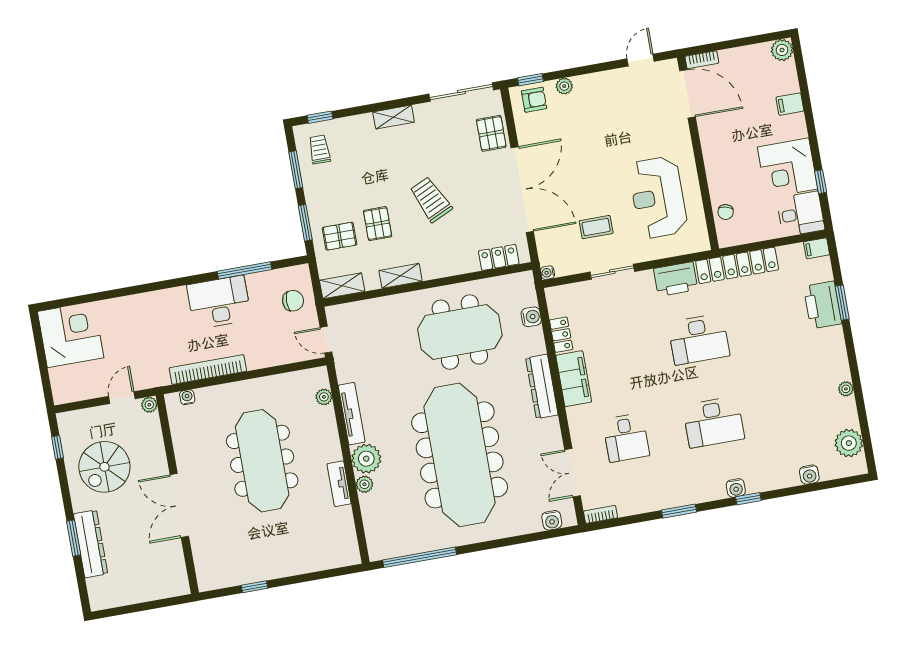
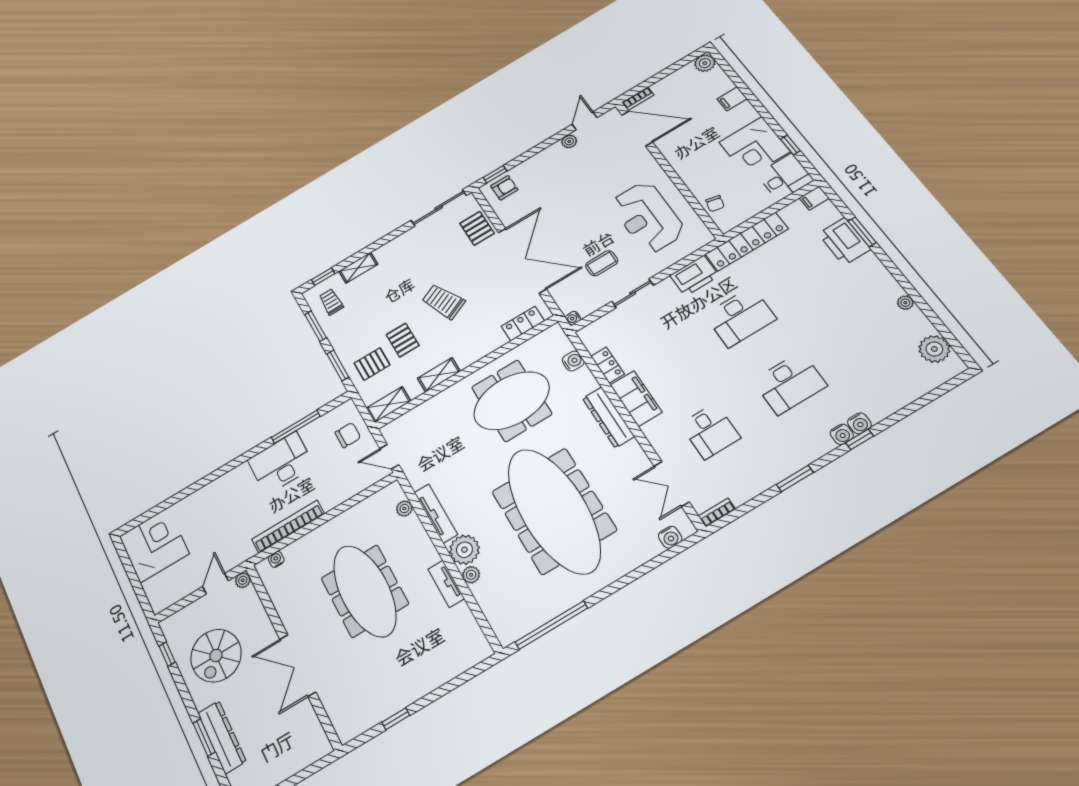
plant: (564, 86) -> (569, 141), moved
shelving: (394, 117) -> (358, 268), moved
water cooler: (809, 475) -> (859, 423), moved

